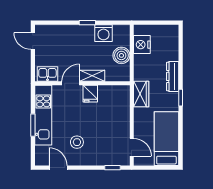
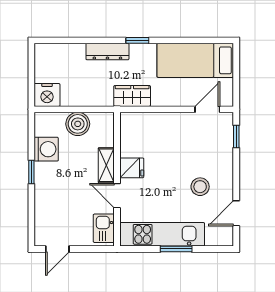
nightstand: (142, 45) -> (47, 95), moved

